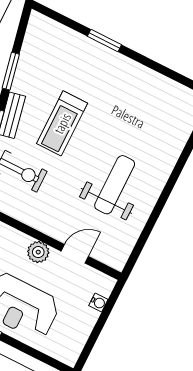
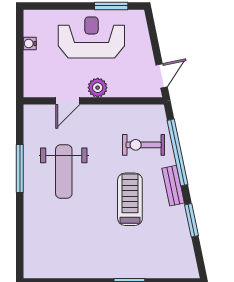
window: (157, 210) -> (20, 169), added
water cooler: (98, 303) -> (30, 43), moved

